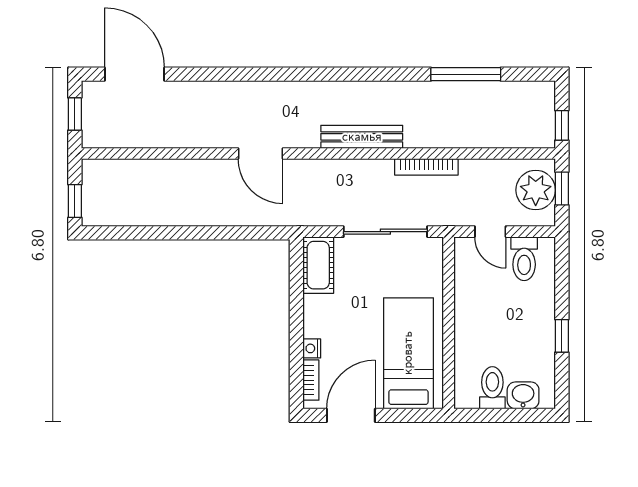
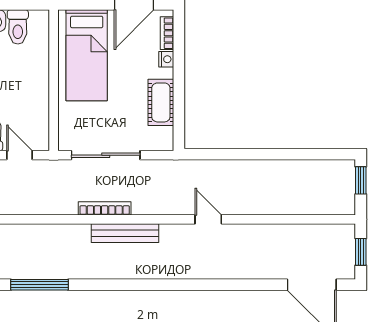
door: (261, 154) -> (208, 219), width x0.73
bookcase: (426, 167) -> (105, 208), moved
cot: (318, 265) -> (161, 102), moved

